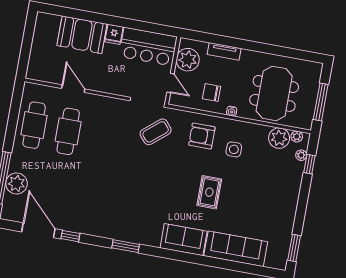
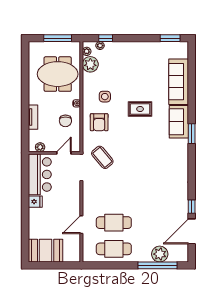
booth: (82, 35) -> (46, 251), moved, turned 90
plant: (188, 60) -> (40, 147), width x0.53, depth x0.53
window: (126, 246) -> (192, 134), moved

